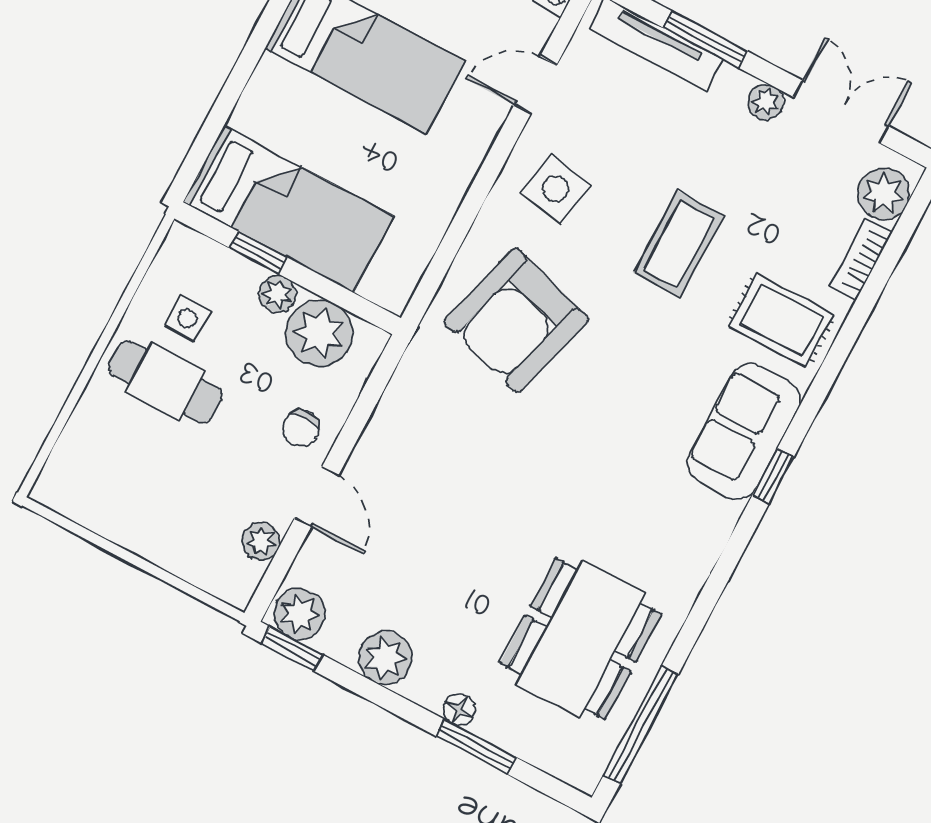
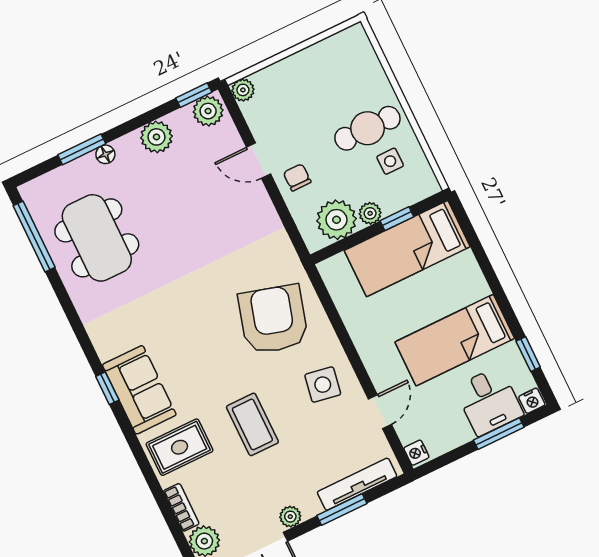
plant: (261, 541) -> (243, 90), moved

